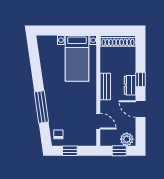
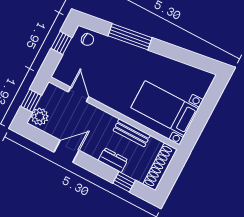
window: (141, 80) -> (124, 182), moved
dresser: (130, 85) -> (113, 160), moved
bench: (105, 87) -> (132, 133), moved
door: (98, 121) -> (78, 94), swing flipped

